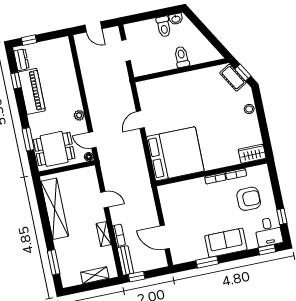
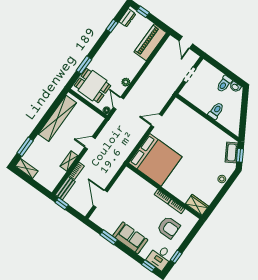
piano: (32, 91) -> (150, 42), moved, turned 180
door: (105, 200) -> (90, 143), swing flipped
shelving: (95, 275) -> (27, 169), moved

